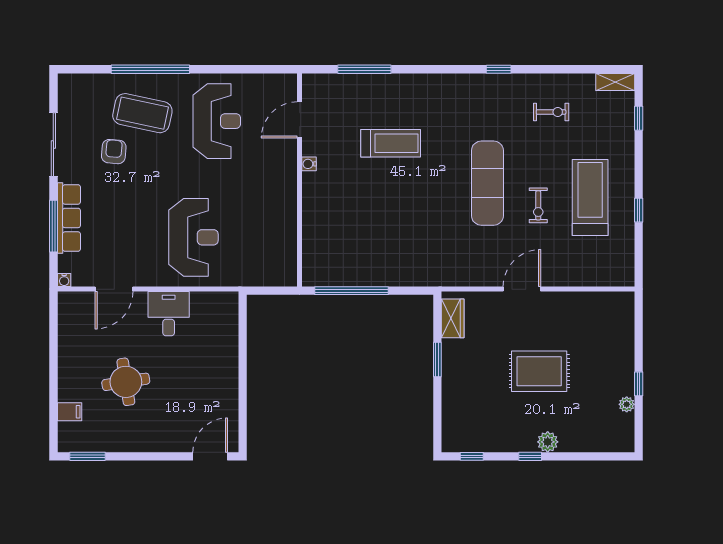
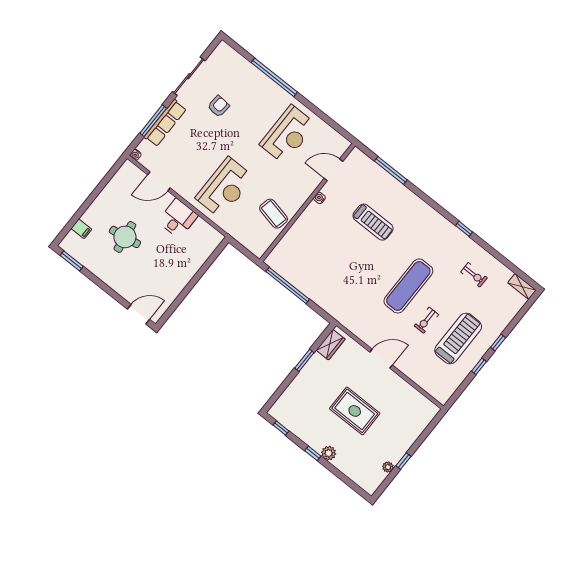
coffee table: (142, 113) -> (274, 214), moved, width x0.73, depth x0.76
window: (639, 118) -> (498, 343), moved

